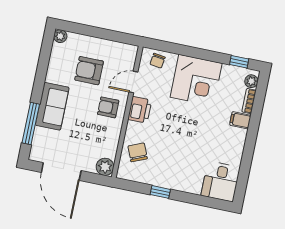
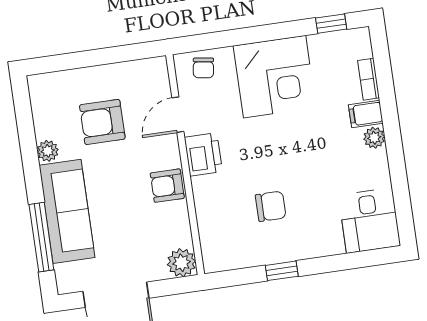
plant: (60, 36) -> (48, 151), moved
plant: (251, 81) -> (374, 138), moved
sofa: (52, 106) -> (67, 211), width x1.36
armchair: (108, 107) -> (167, 186), moved
chair: (138, 152) -> (271, 206), moved, turned 113

